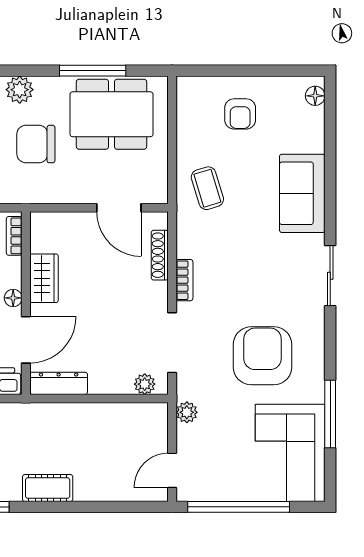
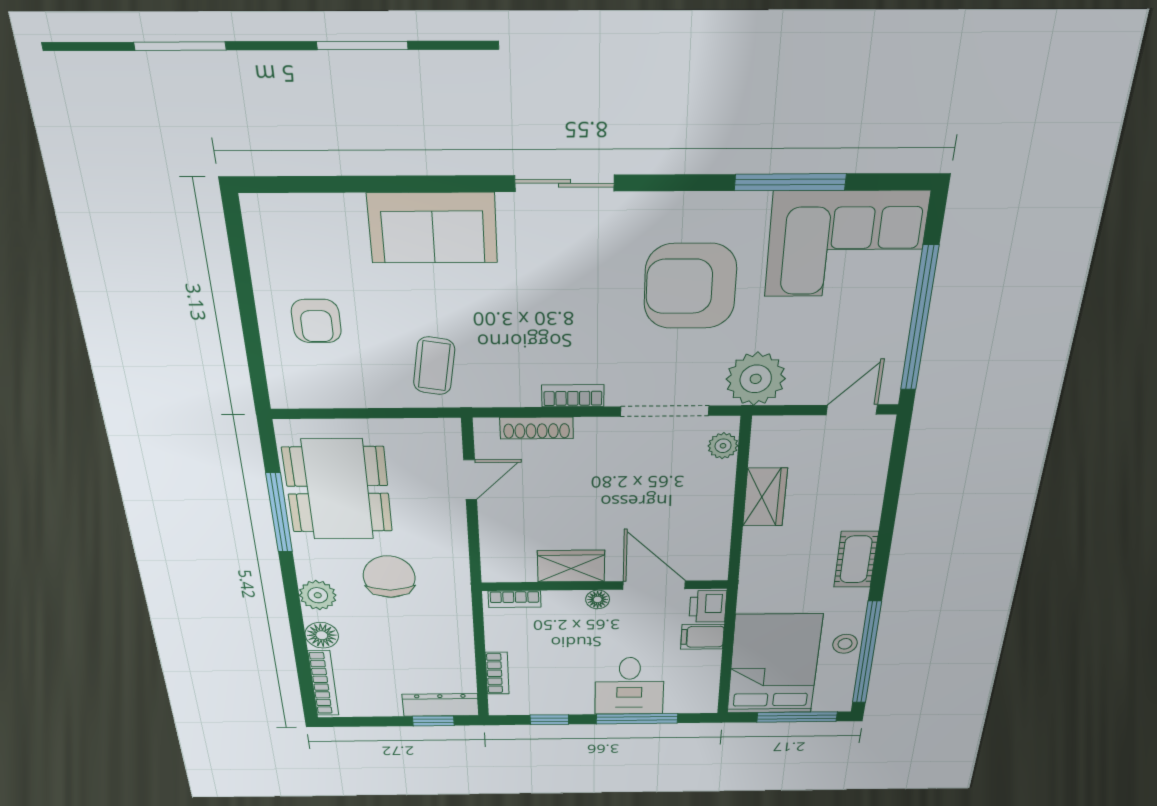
floor lamp: (315, 96) -> (273, 209), removed
armchair: (240, 114) -> (316, 321), turned 90
chair: (36, 144) -> (389, 577), turned 180
coffee table: (207, 188) -> (434, 366), turned -64
door: (119, 208) -> (470, 480), width x0.73
dresser: (59, 383) -> (715, 548), removed
plant: (187, 412) -> (756, 379), width x1.88, depth x1.88
wardrobe: (102, 417) -> (765, 497), added
door: (172, 470) -> (852, 410), swing flipped

